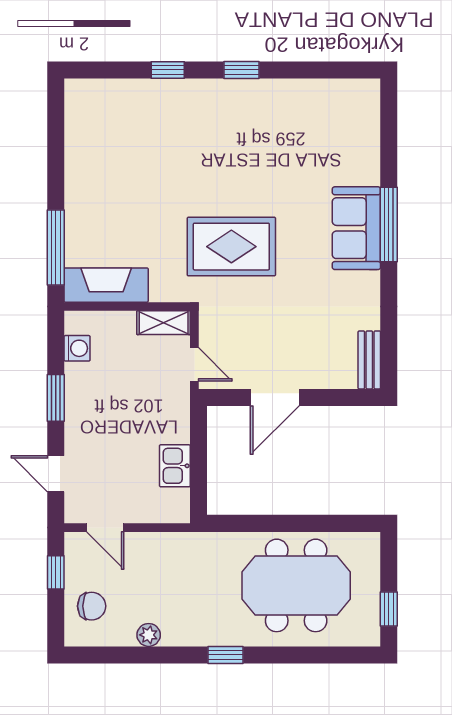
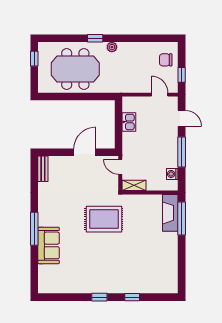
sofa: (356, 228) -> (49, 245), moved
fireplace: (106, 285) -> (170, 213), moved, turned 90
window: (56, 398) -> (182, 152), width x1.44
plant: (149, 635) -> (112, 47), moved
window: (225, 655) -> (95, 38), moved

